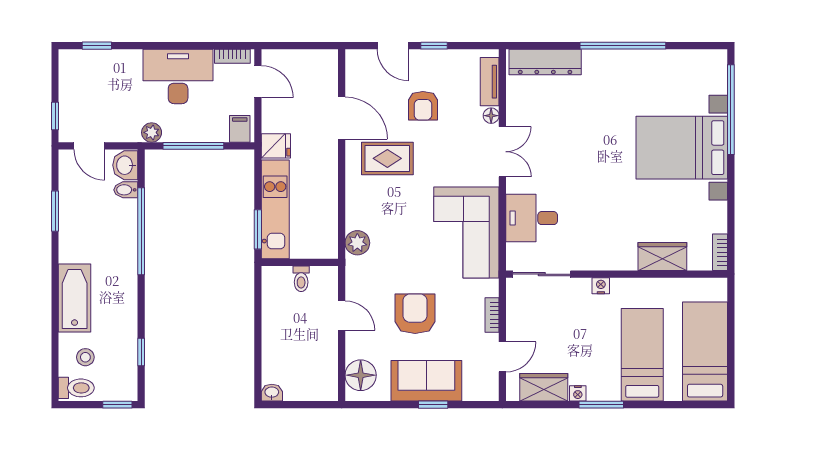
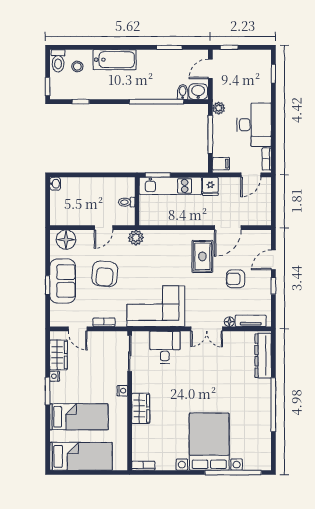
plant: (357, 243) -> (136, 238), moved
wardrobe: (662, 256) -> (141, 408), moved
armchair: (415, 314) -> (105, 274), turned 95

